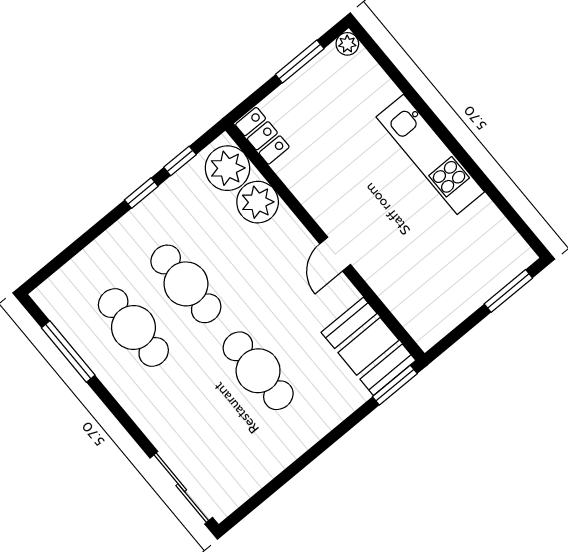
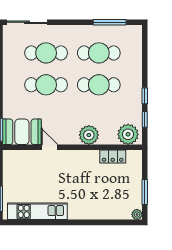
locker: (262, 136) -> (113, 157), moved
kitchen unit: (430, 154) -> (37, 211), moved
plant: (258, 202) -> (89, 135), moved
door: (335, 254) -> (49, 147), moved
cafe table: (206, 414) -> (46, 53), added

